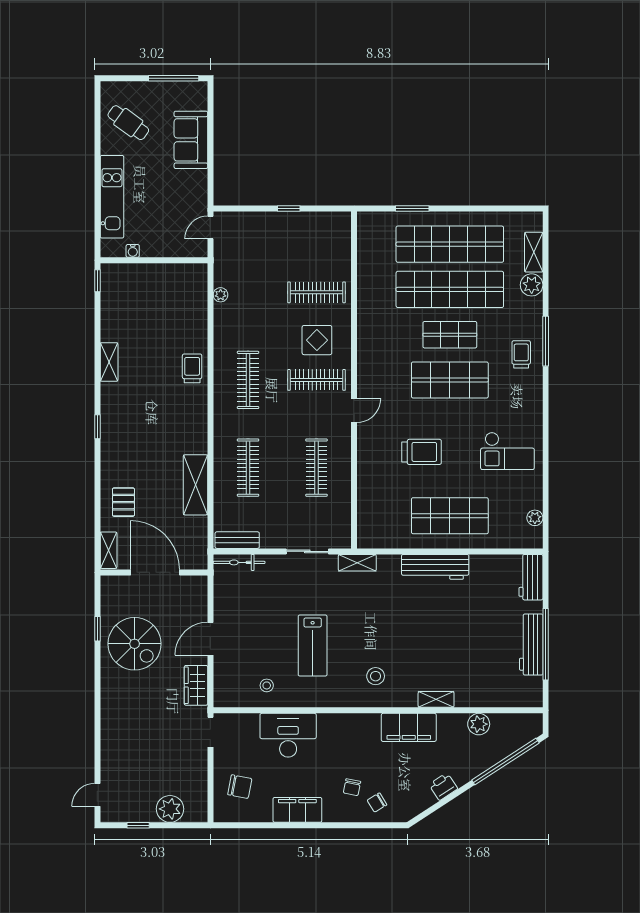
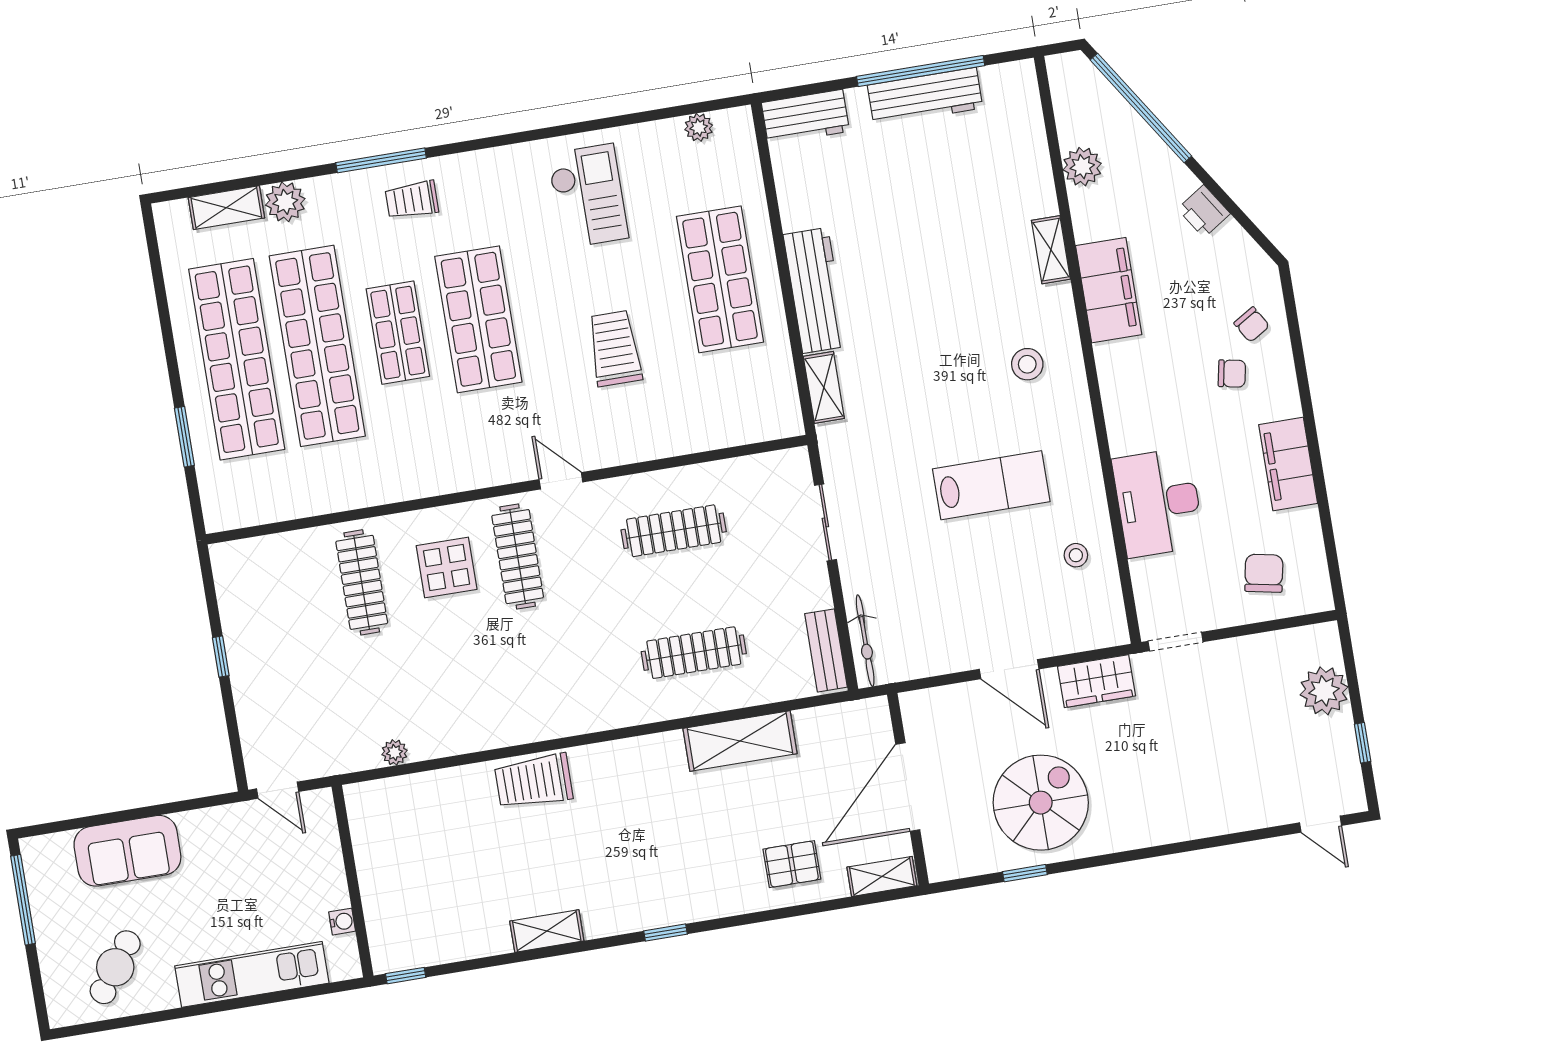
trolley: (192, 368) -> (534, 781), width x1.36, depth x1.39
clothes rail: (248, 380) -> (538, 678), removed
shelving: (357, 563) -> (824, 387), moved

